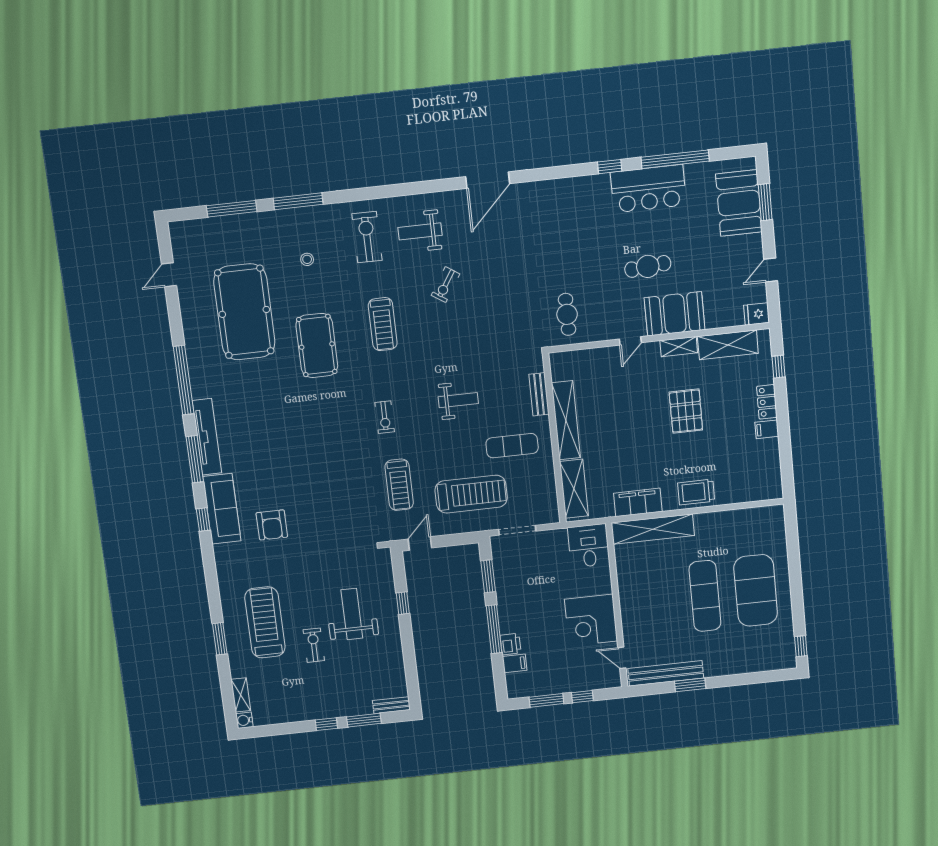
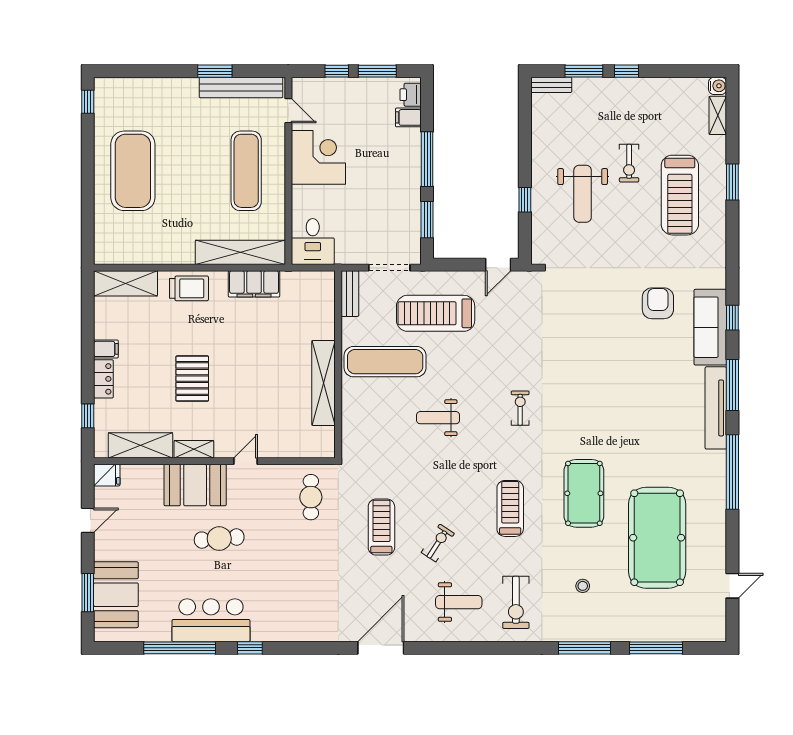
bench: (539, 394) -> (350, 294), moved
exercise mat: (512, 446) -> (385, 362), width x1.36, depth x1.45
treadmill: (399, 485) -> (381, 527), moved
shelving: (574, 489) -> (126, 283), moved, turned 90
exercise mat: (705, 596) -> (246, 171), moved
printer: (511, 644) -> (411, 95), moved

